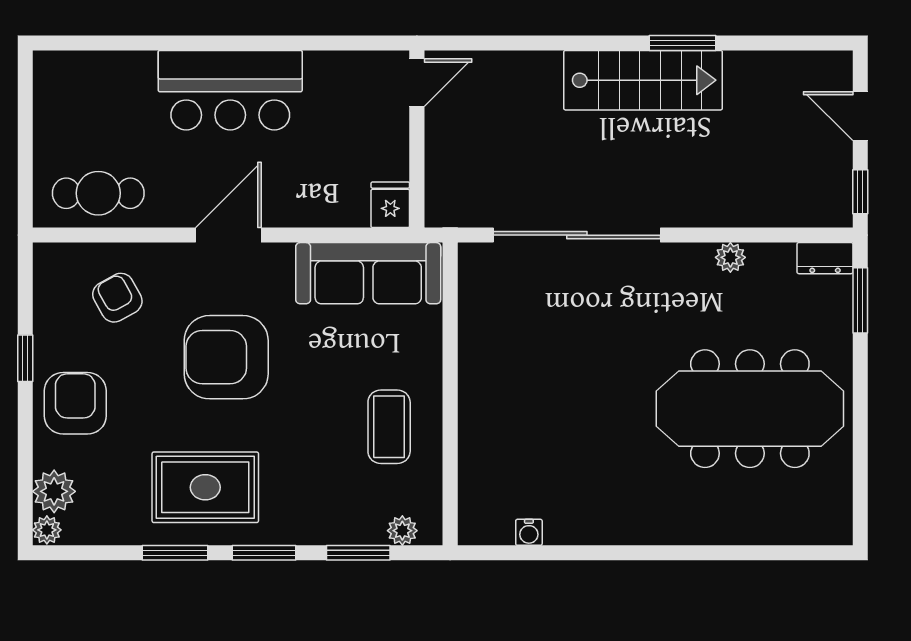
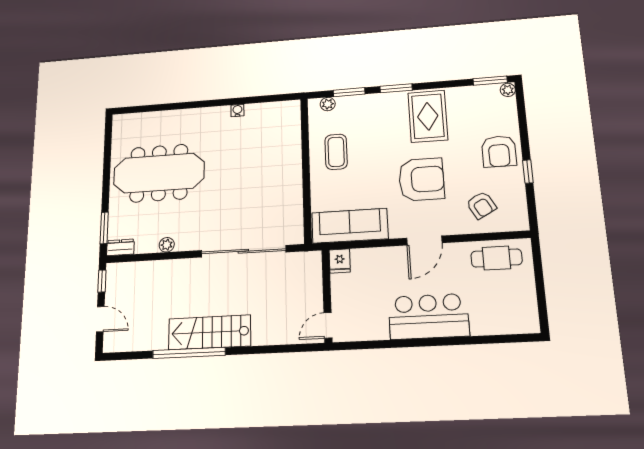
window: (683, 43) -> (189, 353), width x2.11
rug: (205, 487) -> (428, 116), turned 90
plant: (54, 491) -> (506, 108), removed
water cooler: (529, 532) -> (237, 110), moved
window: (175, 553) -> (490, 81), moved

